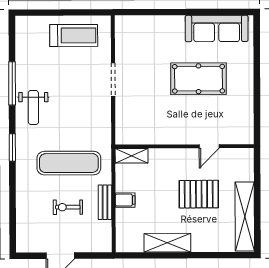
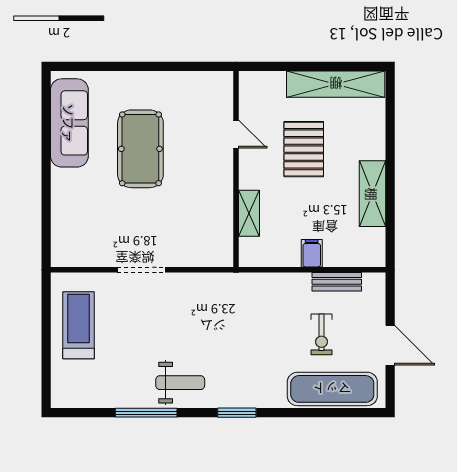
shelving: (132, 156) -> (249, 213), moved
exercise mat: (69, 163) -> (332, 389), moved, turned 90
bench: (105, 202) -> (337, 282), moved

